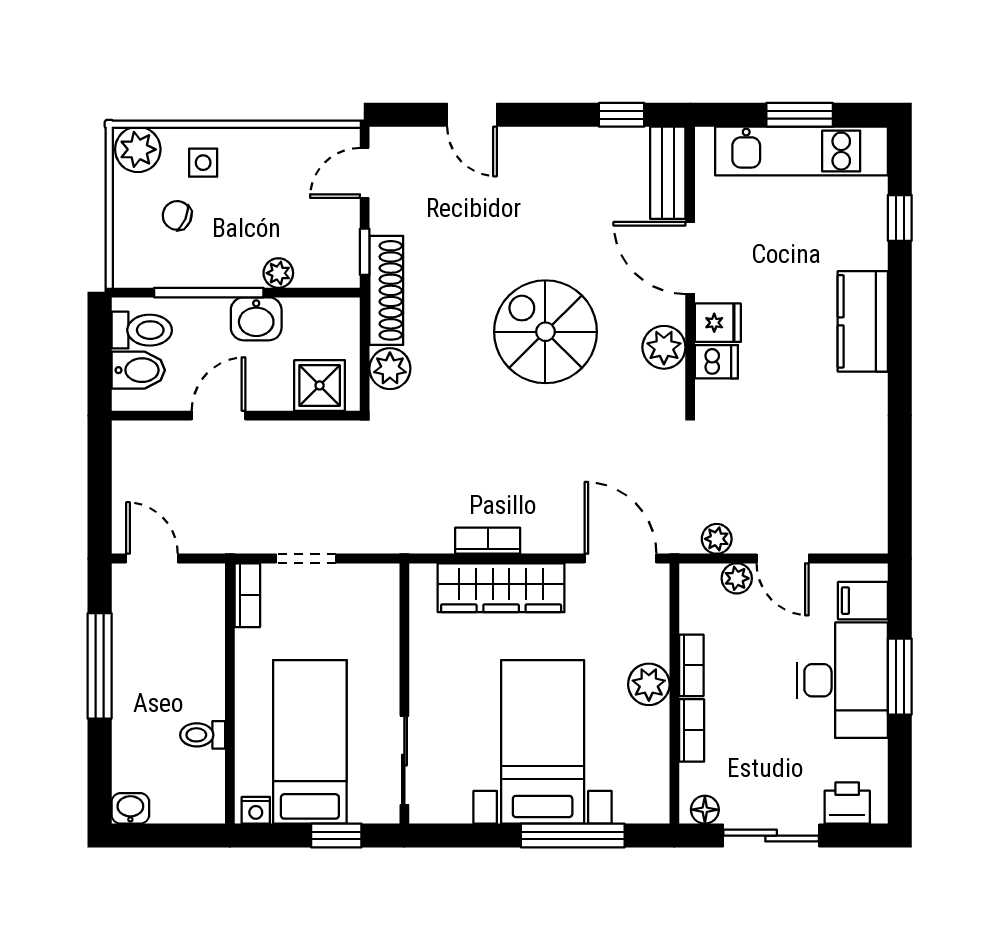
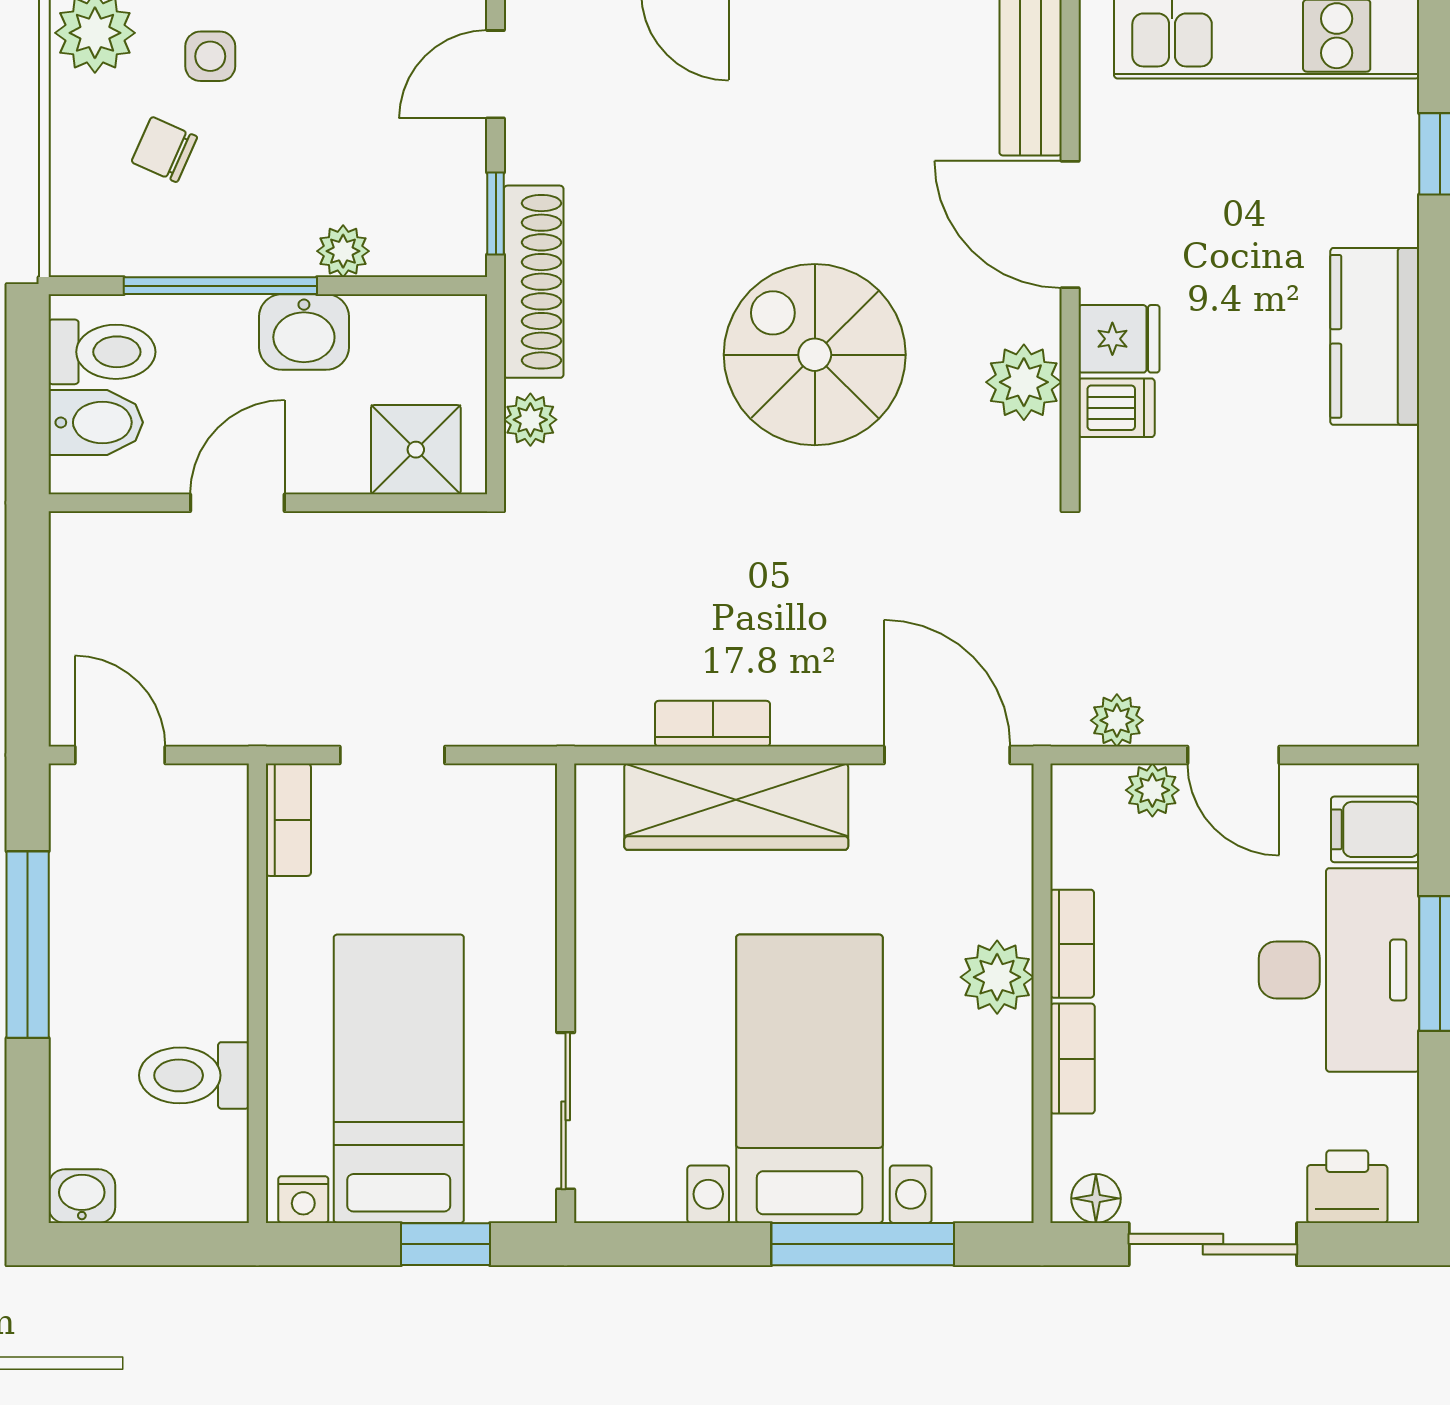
plant: (390, 369) -> (530, 420), width x0.73, depth x0.73
toilet: (203, 735) -> (194, 1075), width x1.37, depth x1.39

